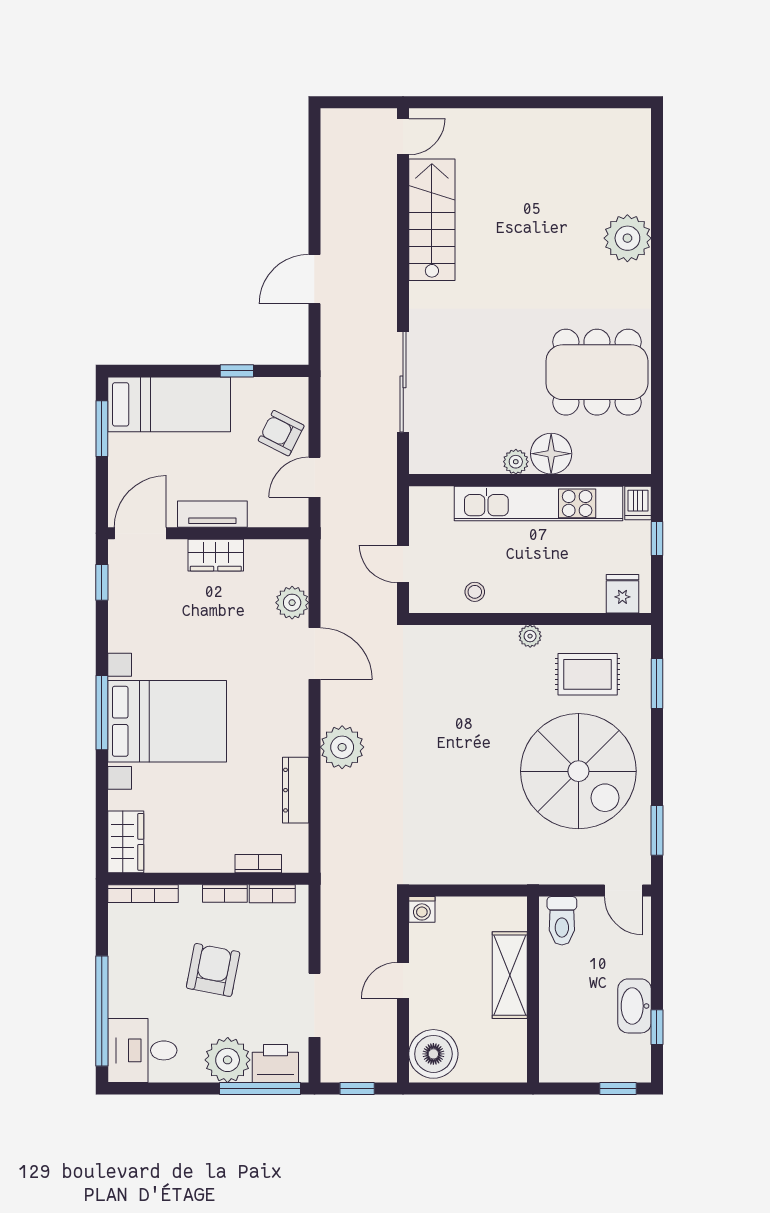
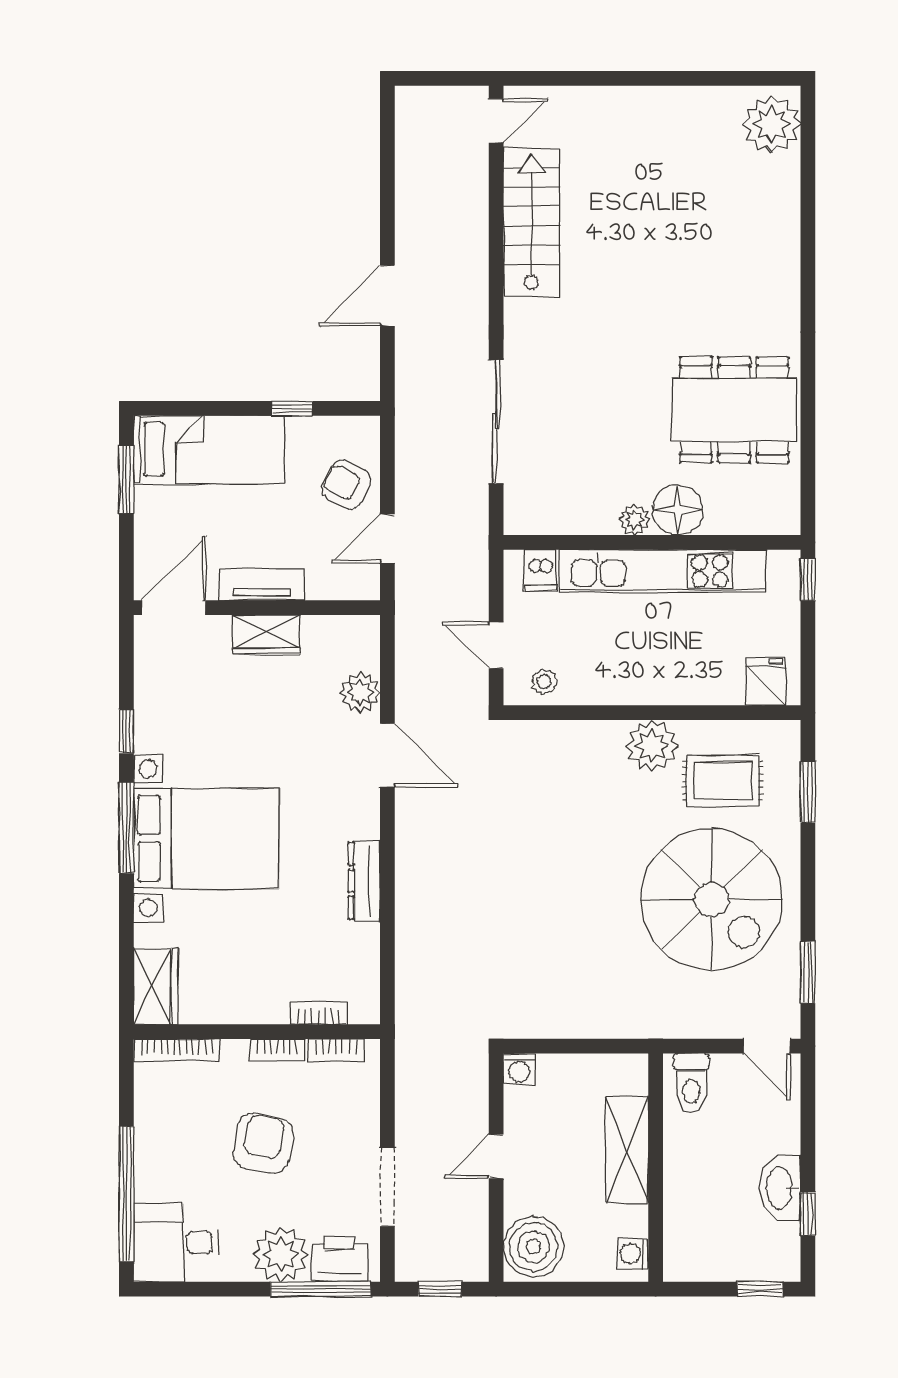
plant: (627, 238) -> (772, 124), moved
dishwasher: (638, 503) -> (540, 570), moved
window: (657, 539) -> (808, 580), moved
window: (102, 582) -> (126, 731), moved
stool: (475, 592) -> (544, 682), moved
plant: (530, 636) -> (652, 746), width x1.88, depth x1.88
plant: (342, 747) -> (421, 870), removed
dresser: (296, 790) -> (364, 881), moved
washing machine: (514, 1059) -> (633, 1254), added

